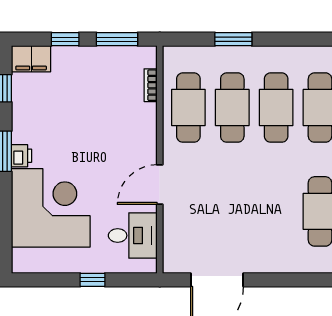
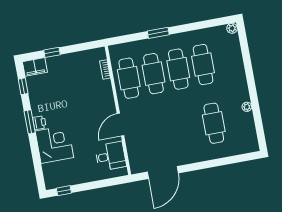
window: (117, 39) -> (81, 47), removed
window: (233, 39) -> (158, 33), moved
corner desk: (51, 208) -> (54, 144), width x0.74, depth x0.74
window: (93, 280) -> (64, 191), moved

